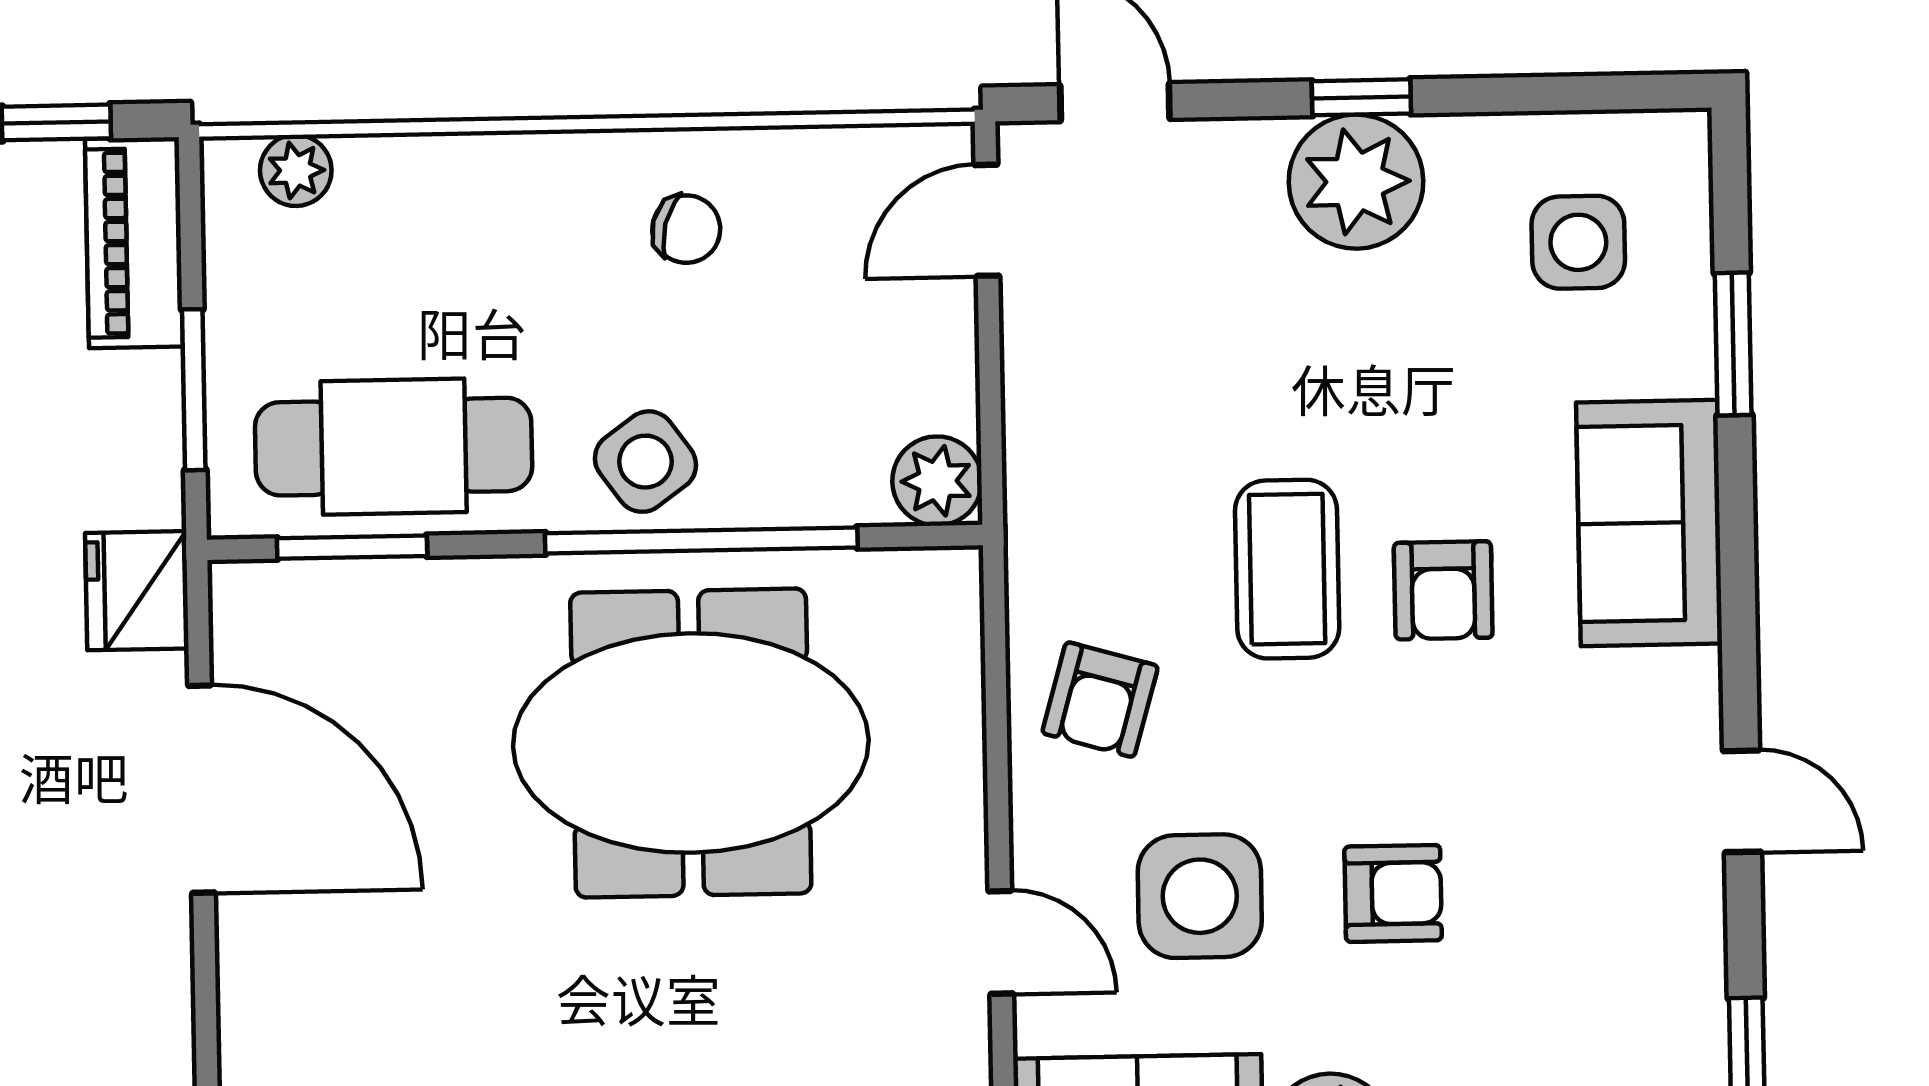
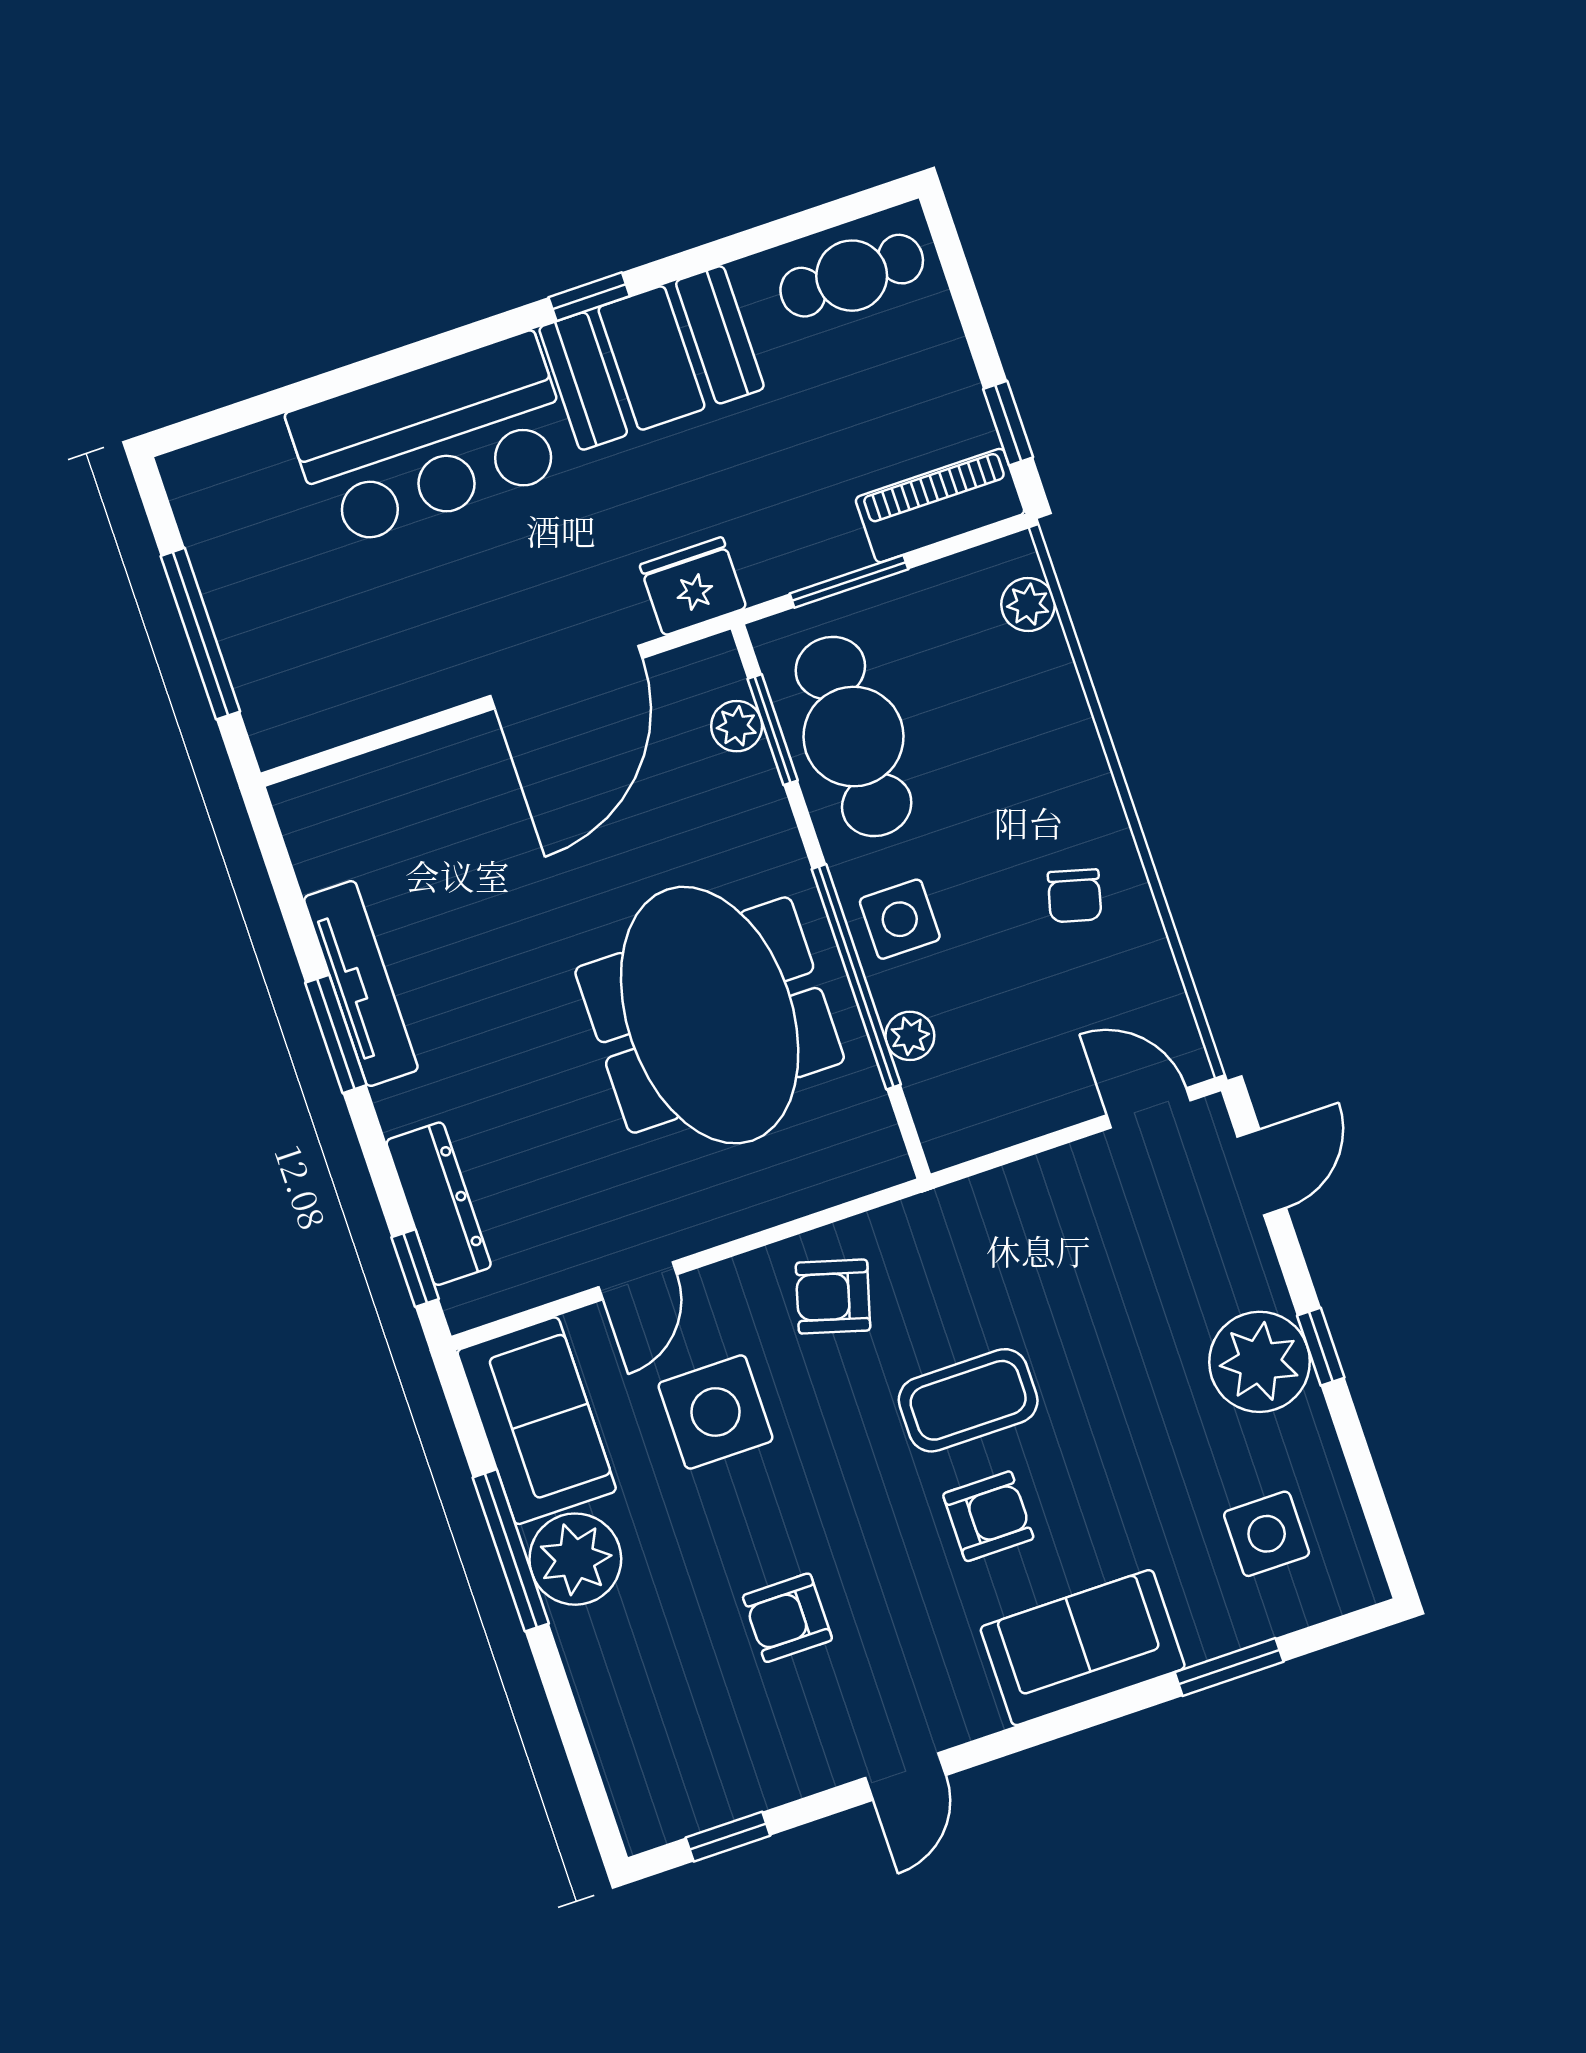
side table: (645, 462) -> (900, 919), turned 36
plant: (937, 481) -> (910, 1036), moved, width x0.73, depth x0.73
armchair: (1443, 590) -> (988, 1516), turned 180
plant: (333, 592) -> (737, 726), added
armchair: (1393, 893) -> (787, 1618), moved, turned 90

